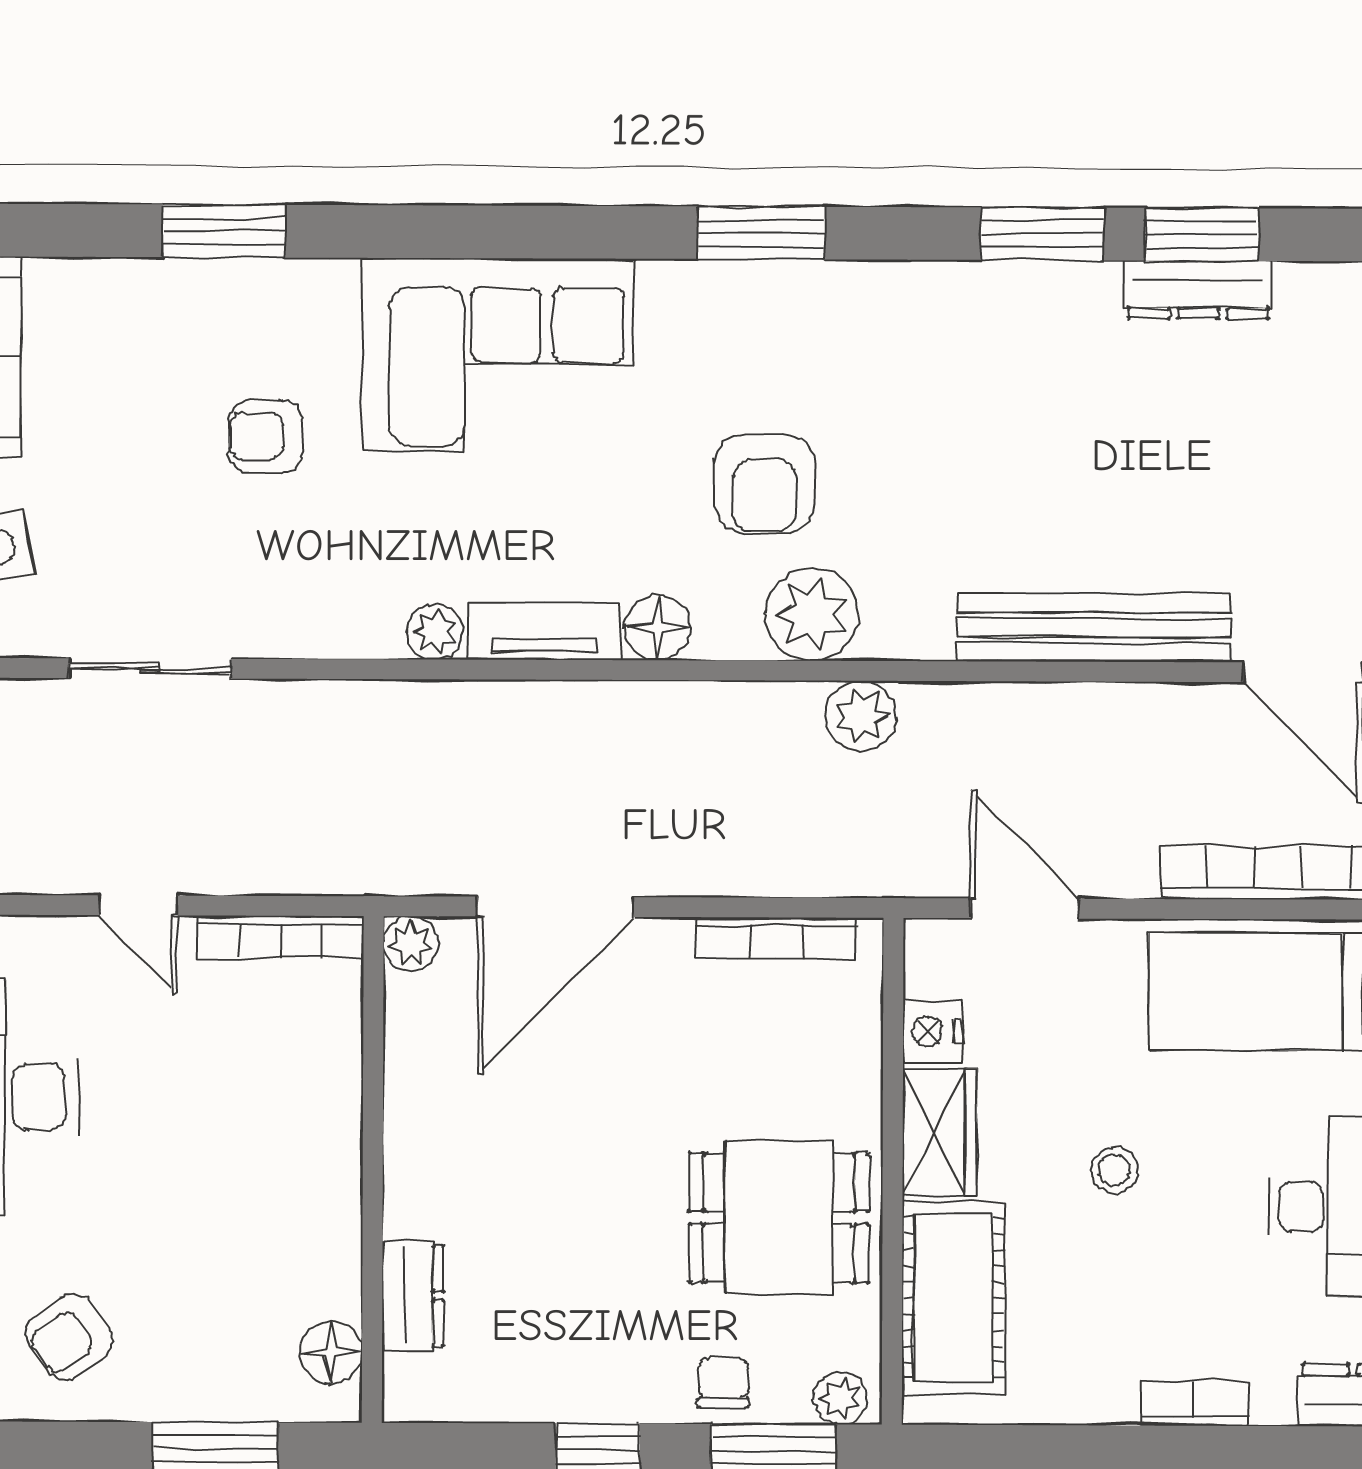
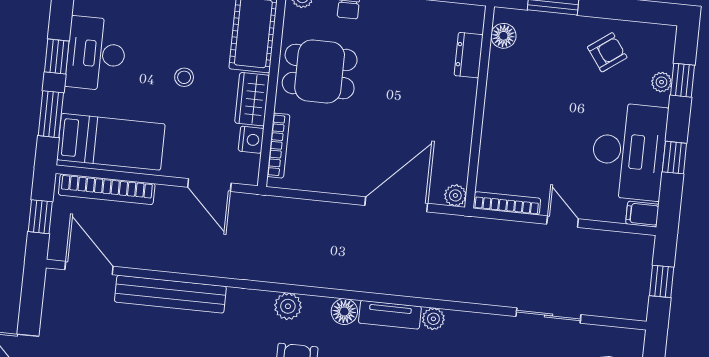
plant: (812, 614) -> (288, 306), width x0.73, depth x0.73
plant: (861, 716) -> (267, 268), removed
bookcase: (776, 938) -> (278, 146), moved, turned 90

